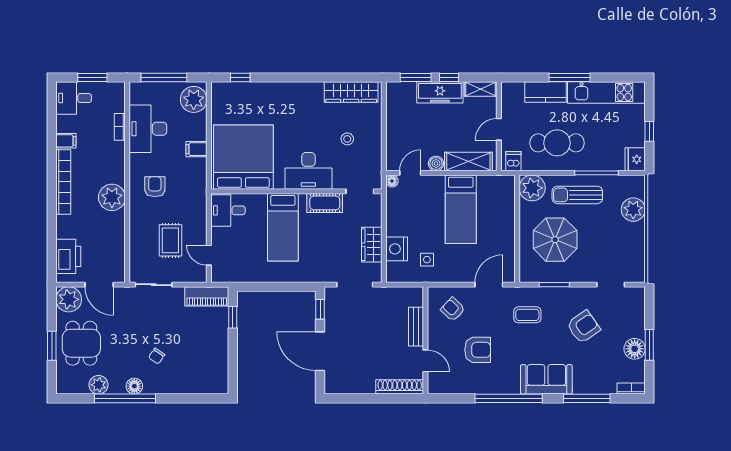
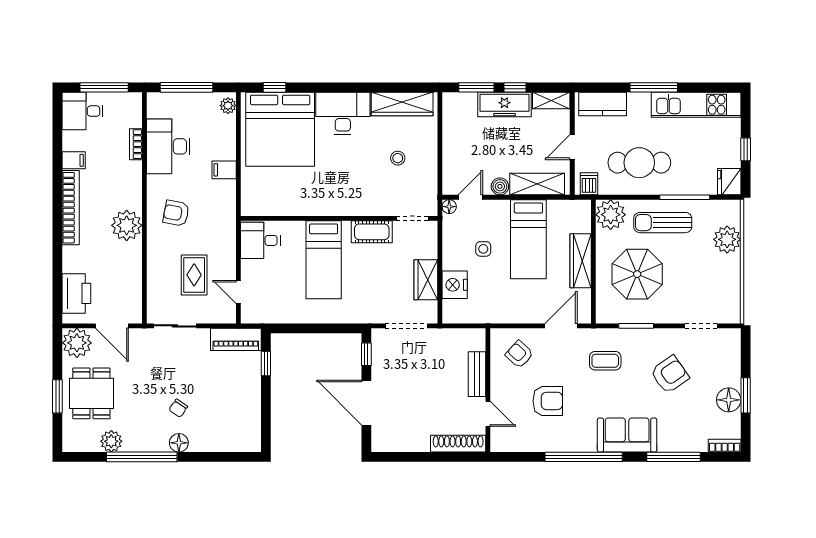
window: (92, 77) -> (104, 87), width x1.44
kitchen counter: (546, 92) -> (603, 104), moved
plant: (194, 99) -> (228, 106), width x0.53, depth x0.53
bed: (243, 157) -> (280, 129), moved, turned 180
desk: (308, 171) -> (343, 113), moved, turned 180
armchair: (155, 187) -> (176, 213), turned -79
wardrobe: (506, 228) -> (581, 261), added
side table: (427, 260) -> (483, 249), moved
floor lamp: (134, 386) -> (179, 443), moved

